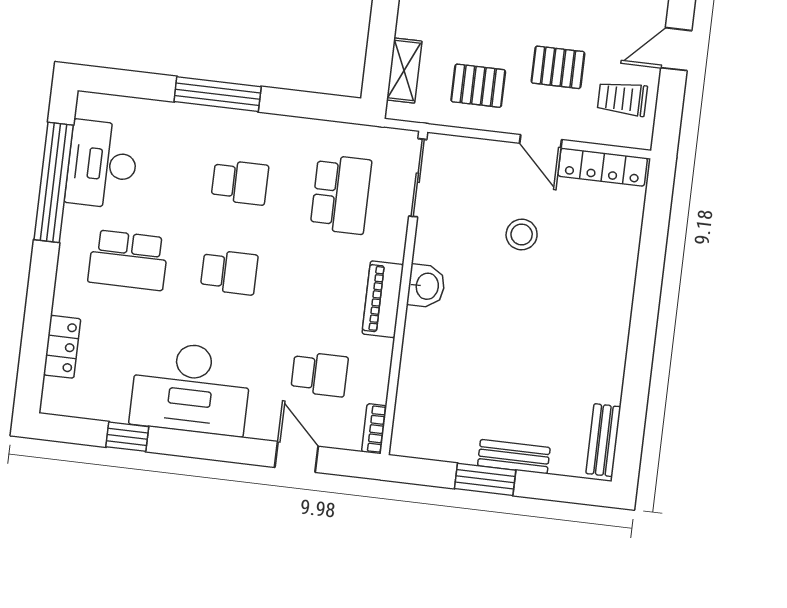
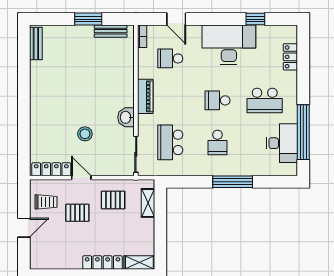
school desk: (240, 182) -> (218, 142), turned -90
school desk: (128, 260) -> (265, 100), turned 180
washbasin: (426, 286) -> (126, 117), moved
bench: (514, 457) -> (111, 31), moved

